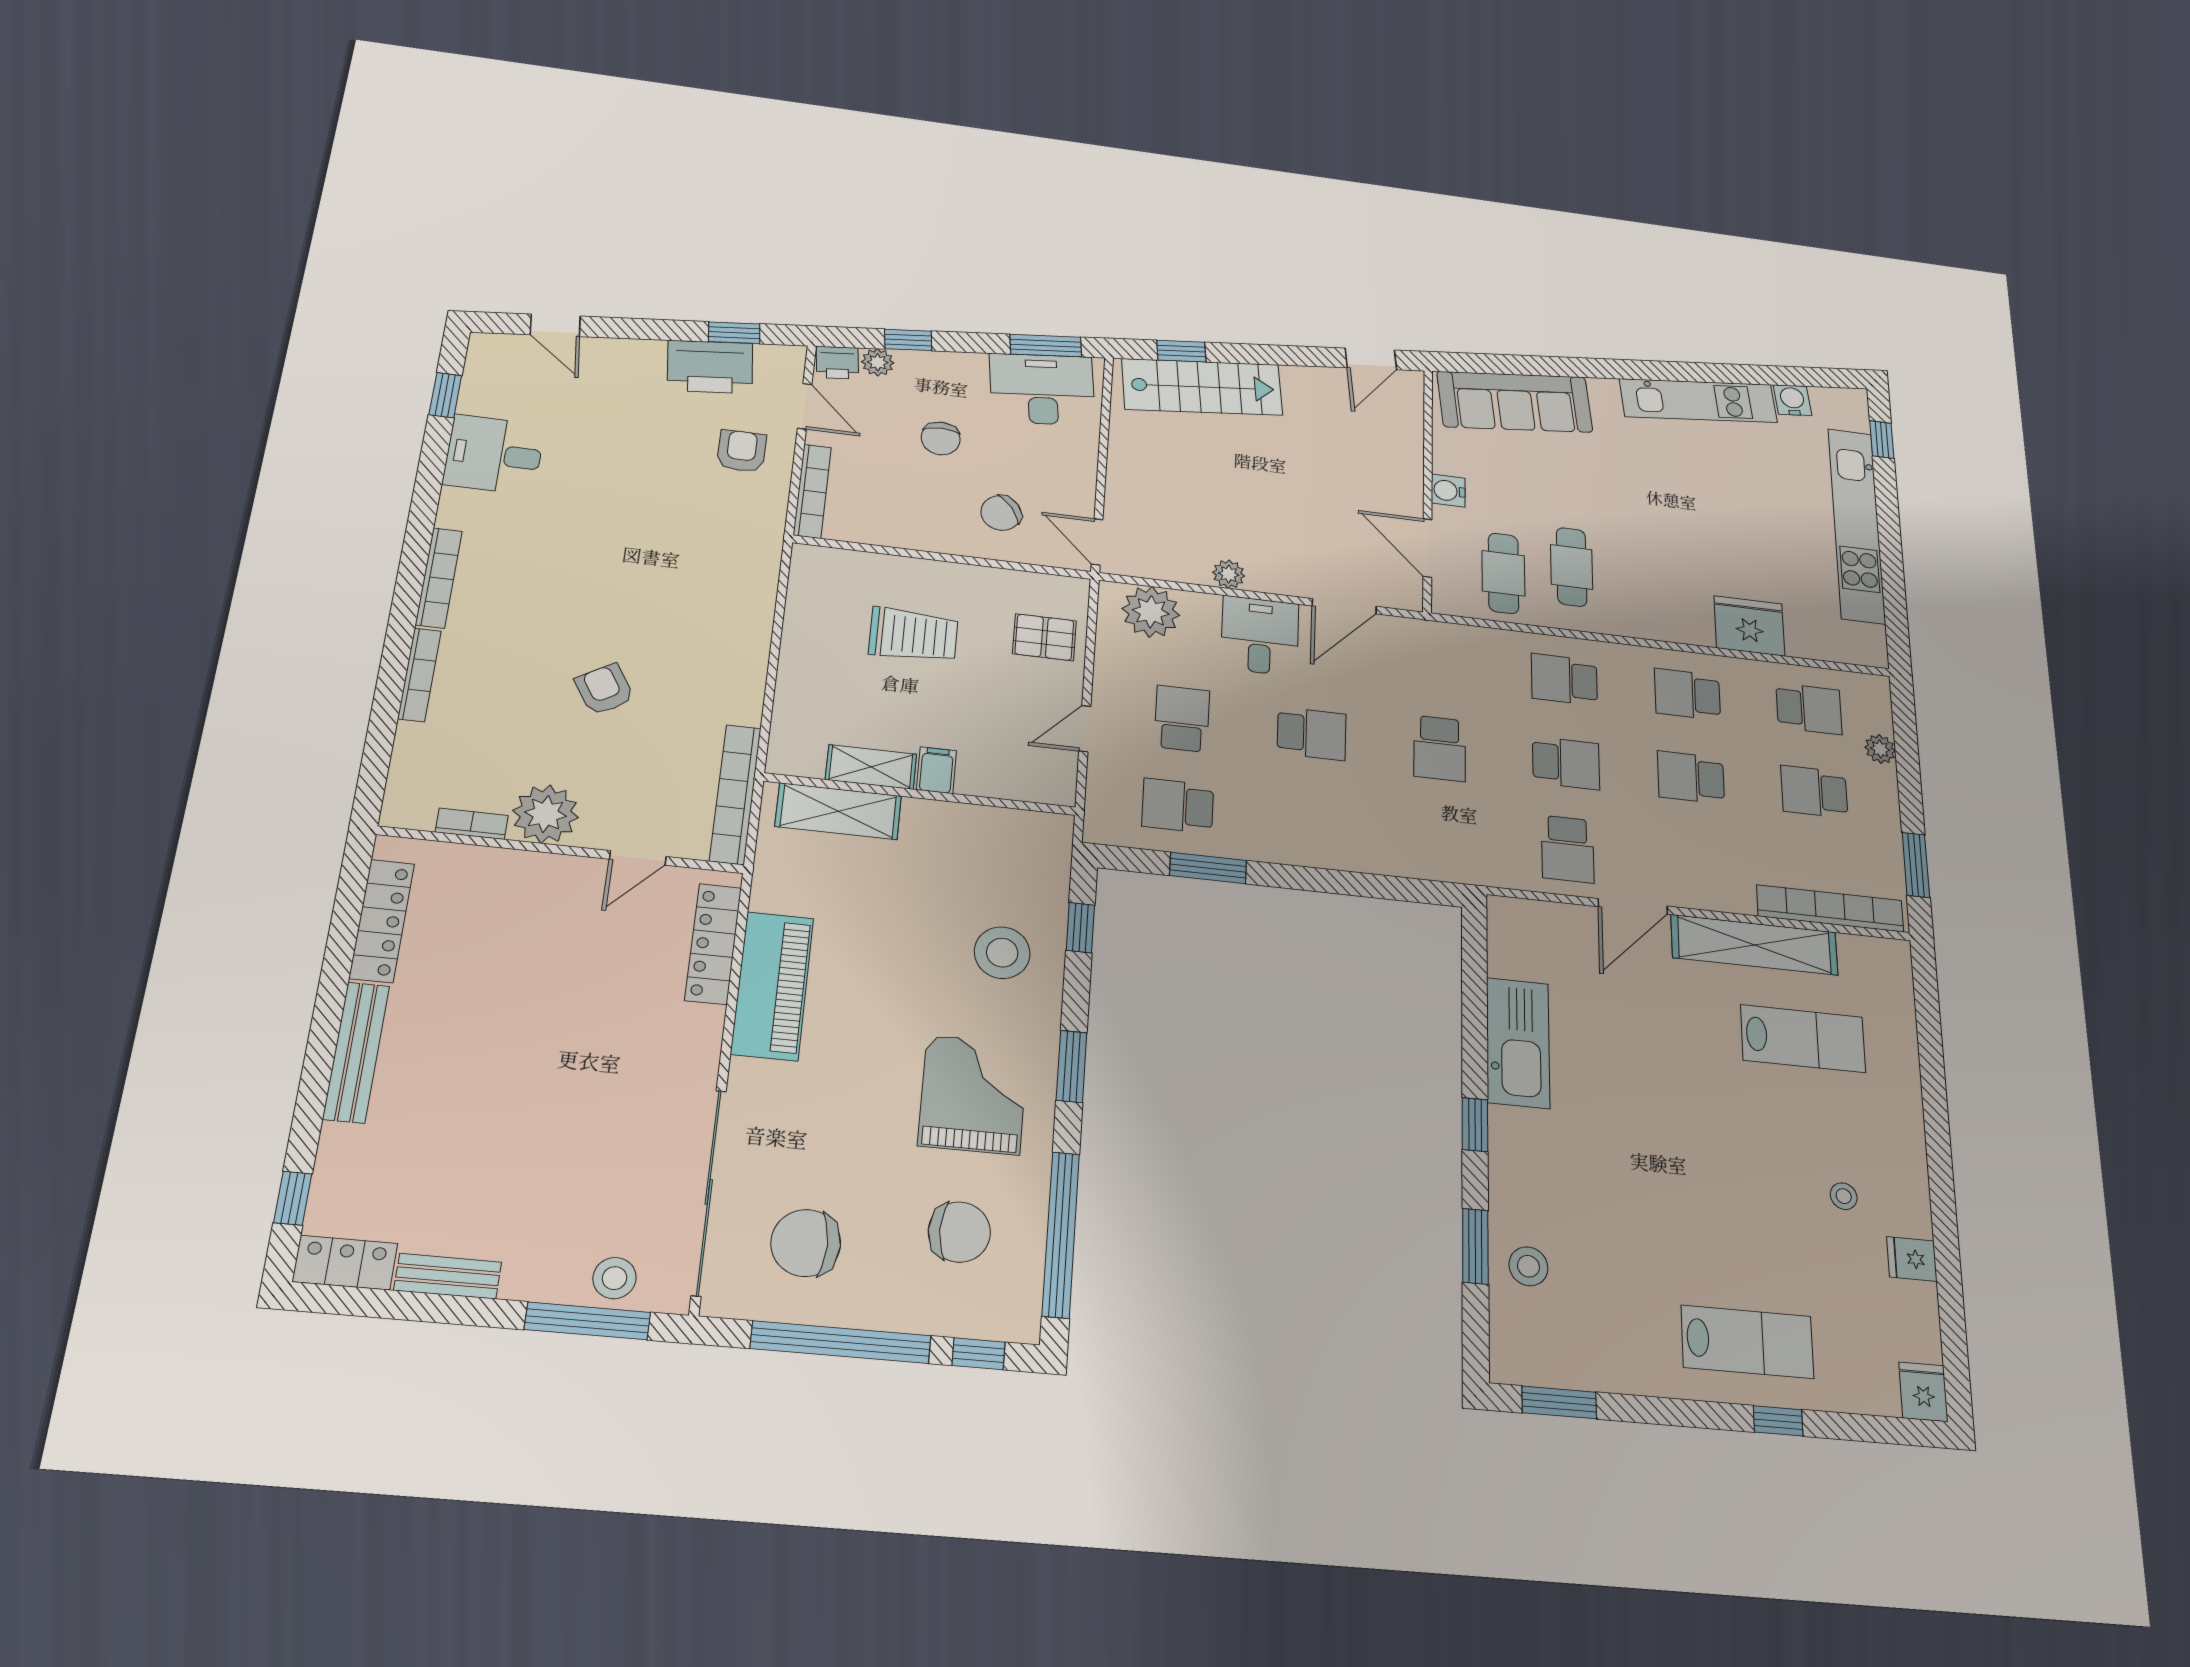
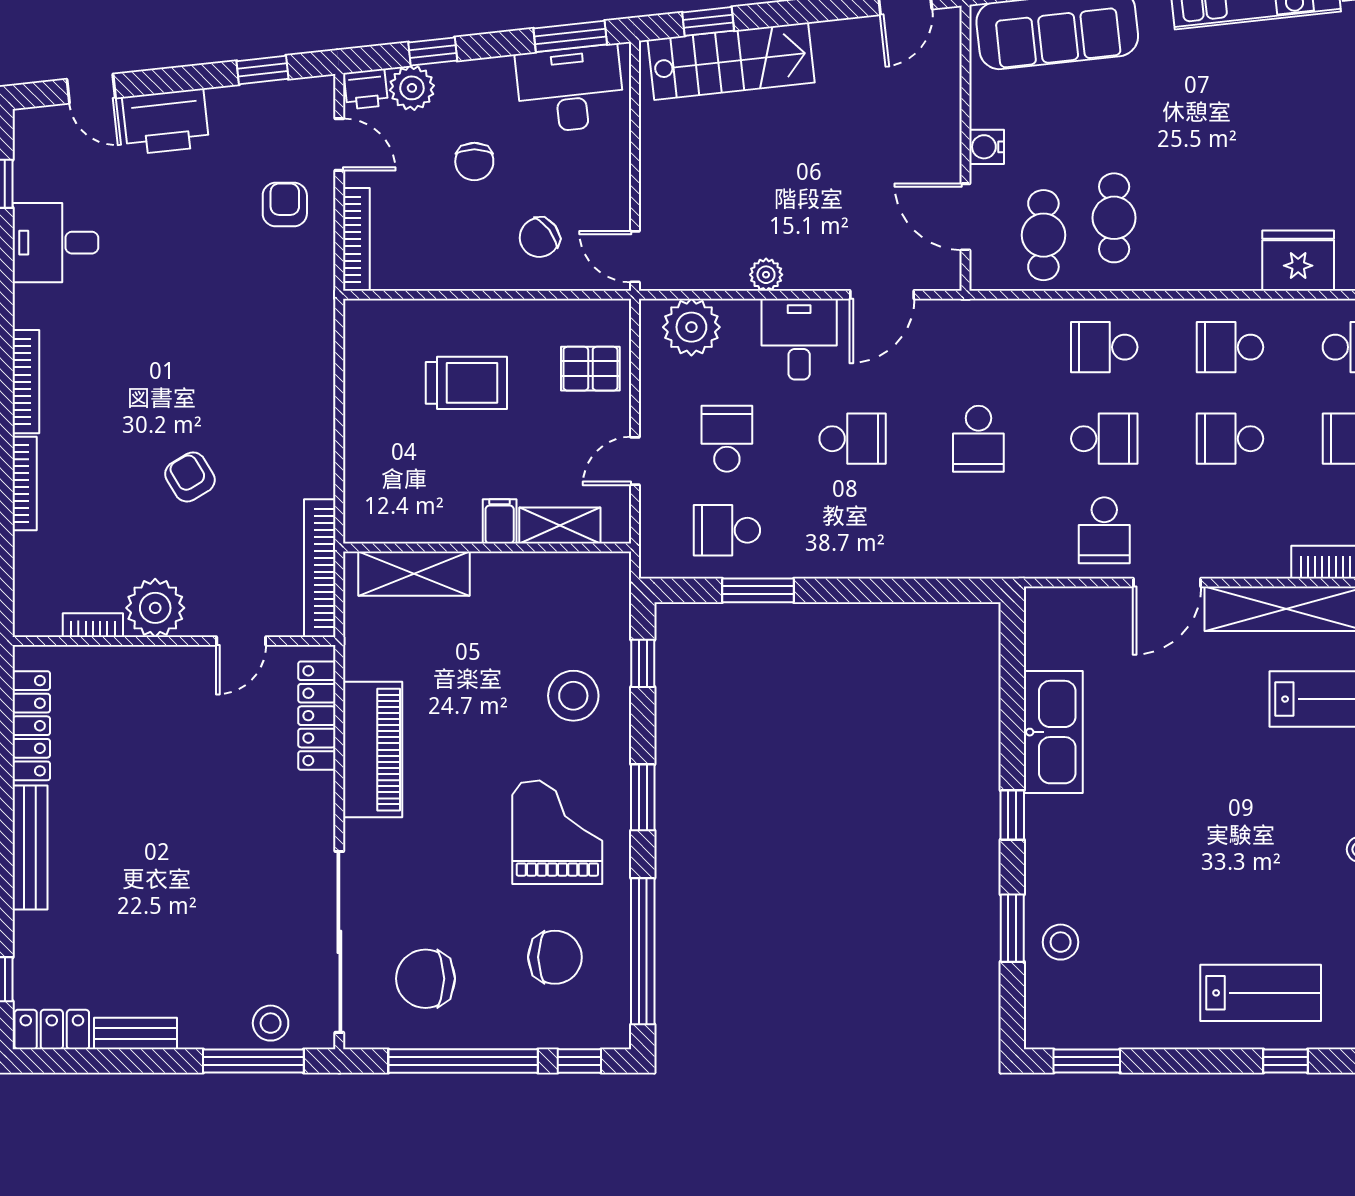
plant: (878, 362) -> (412, 88), width x1.38, depth x1.38
printer: (710, 367) -> (166, 122), moved
shelving: (871, 767) -> (560, 526), moved

